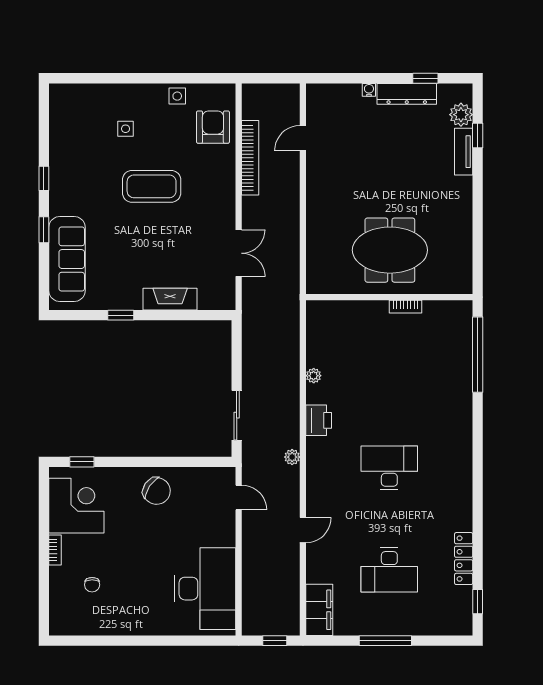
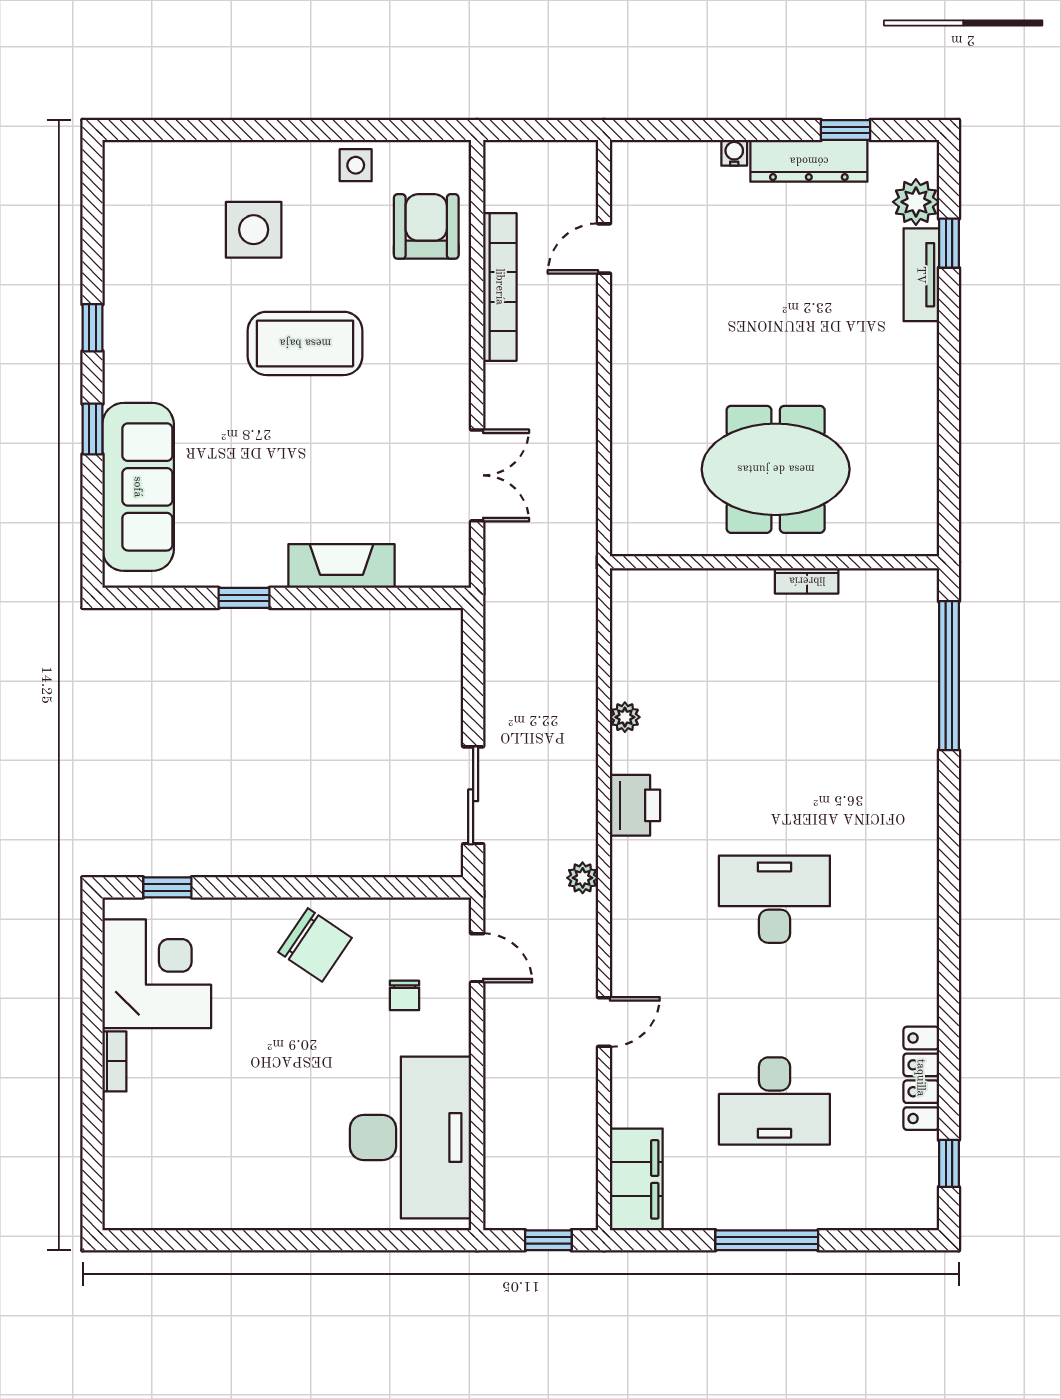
side table: (126, 129) -> (254, 230), width x1.87, depth x1.87
chair: (92, 585) -> (405, 995), moved

